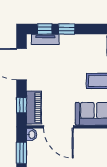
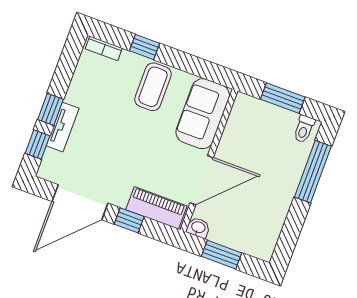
tv unit: (45, 39) -> (63, 127), moved
window: (21, 105) -> (129, 220), moved

